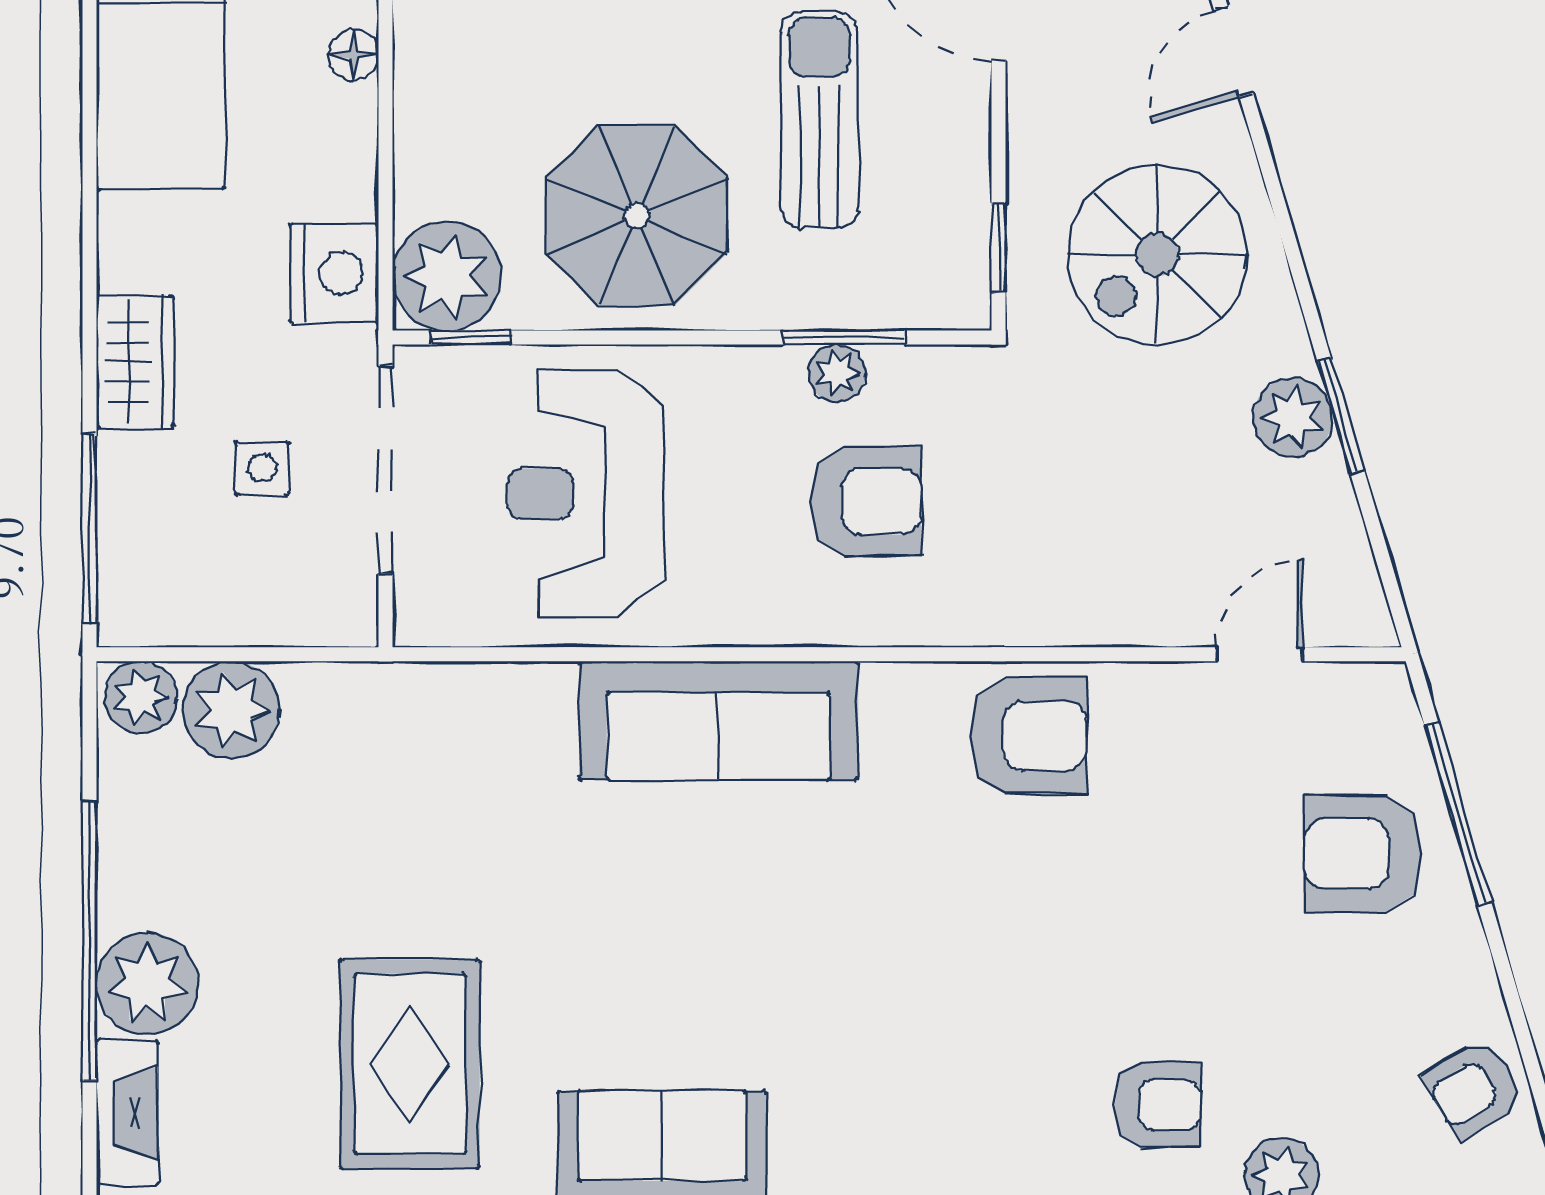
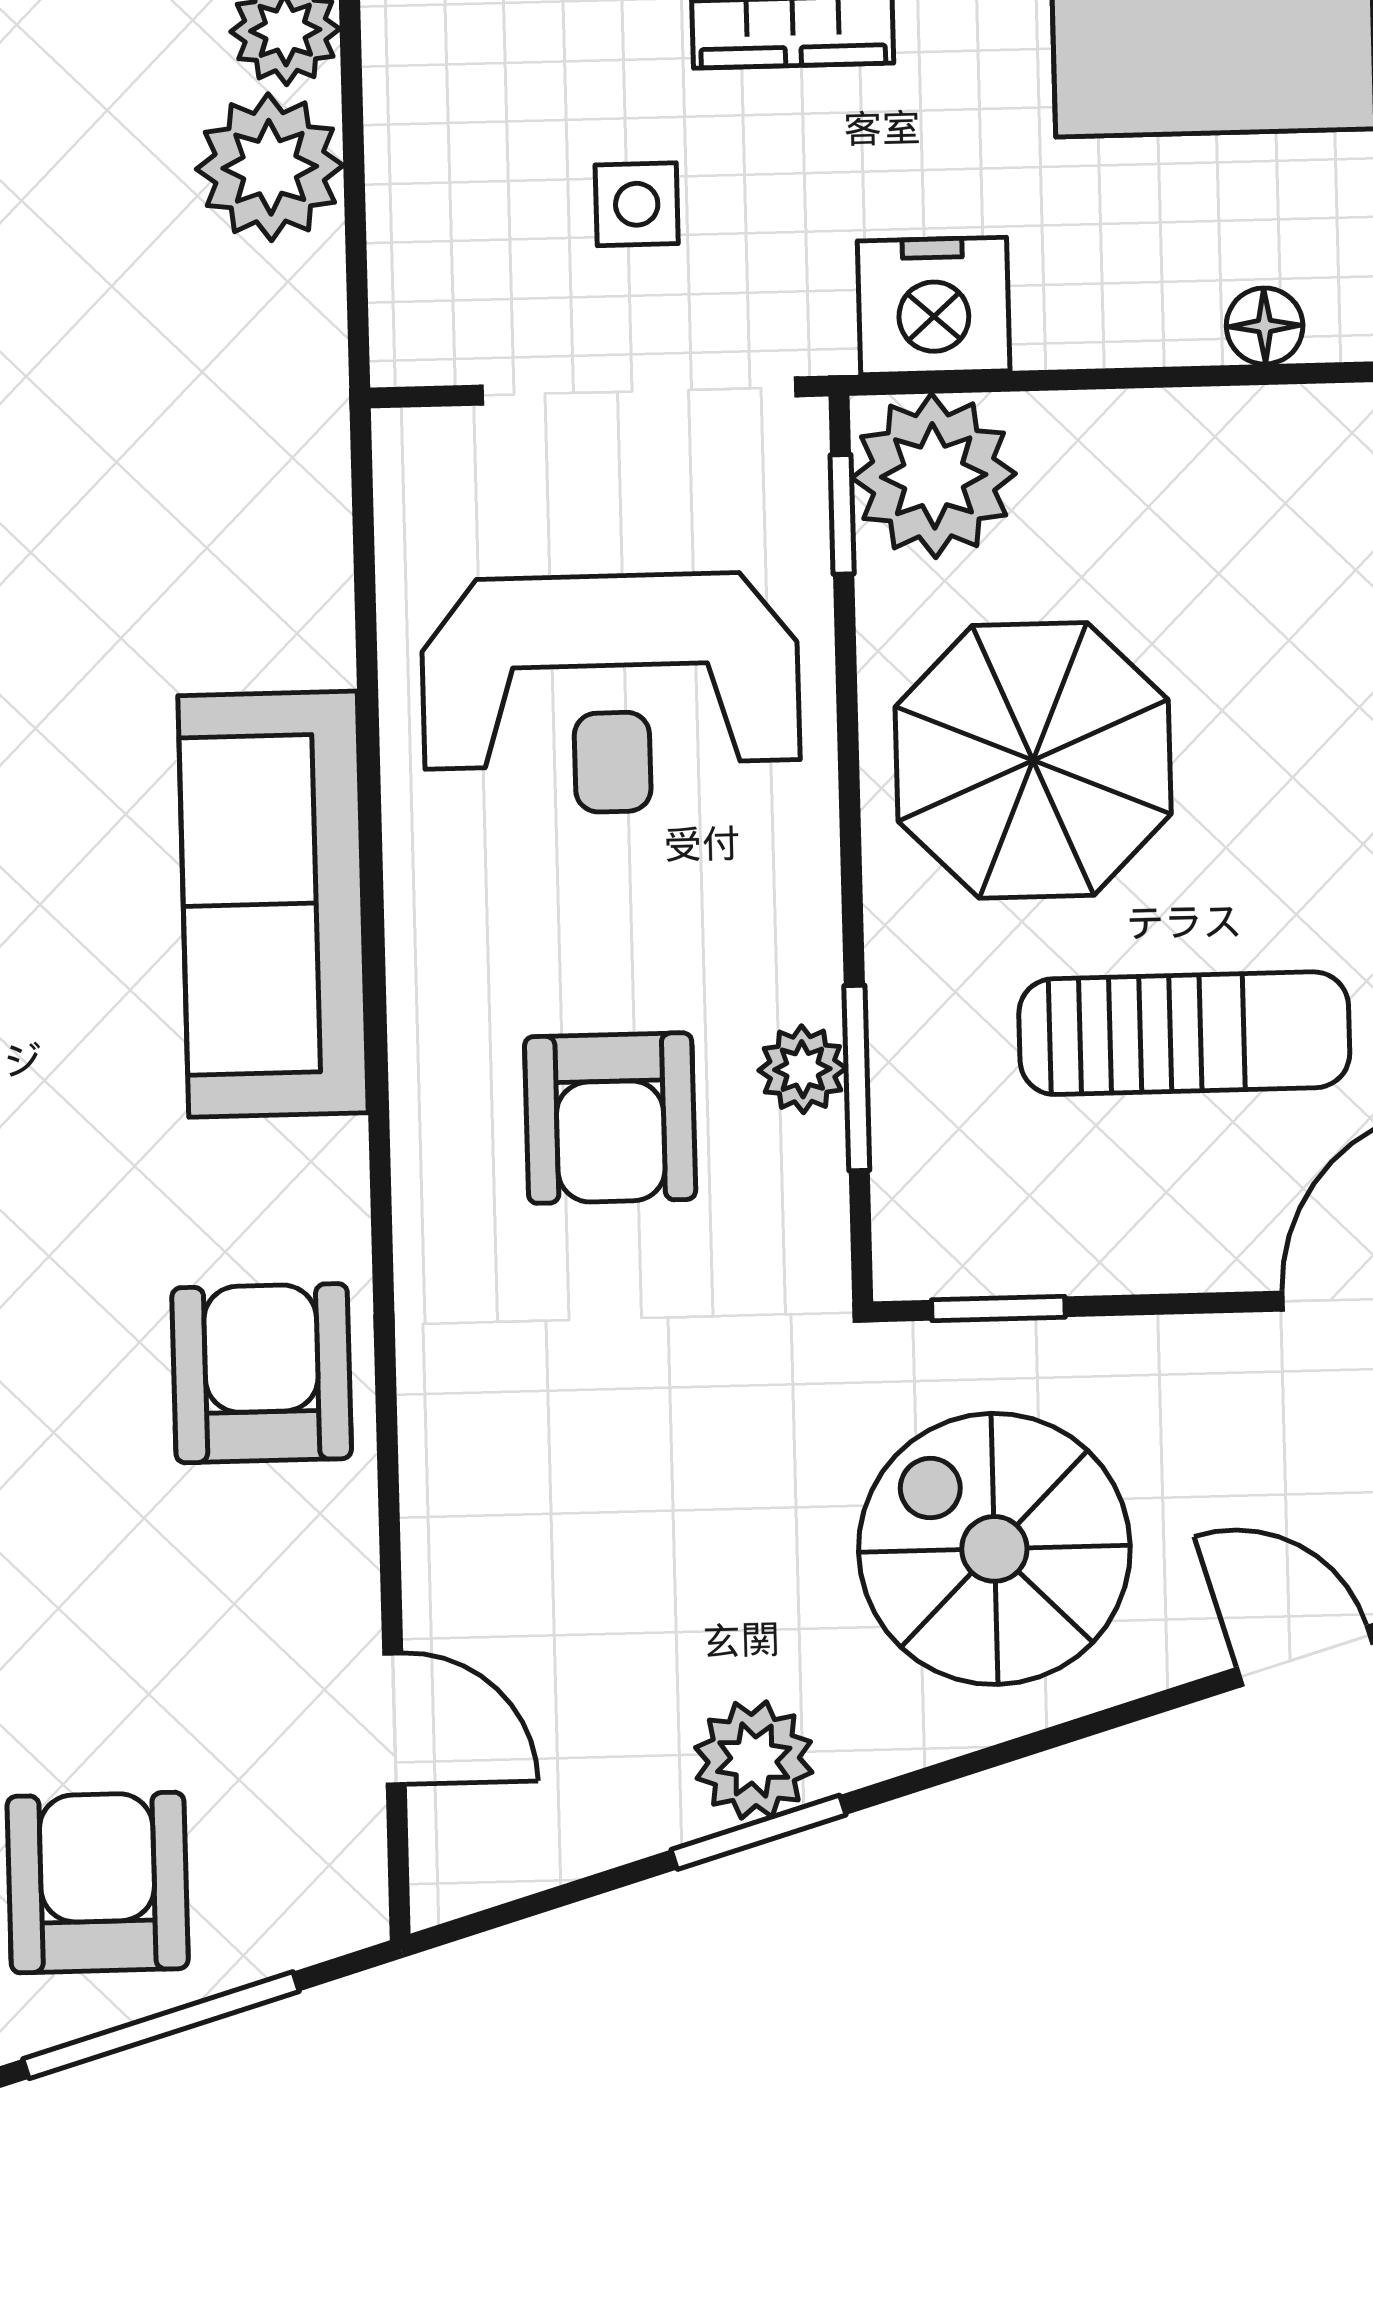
reception desk: (585, 494) -> (611, 694), turned 180
armchair: (1029, 736) -> (262, 1373), turned 180

